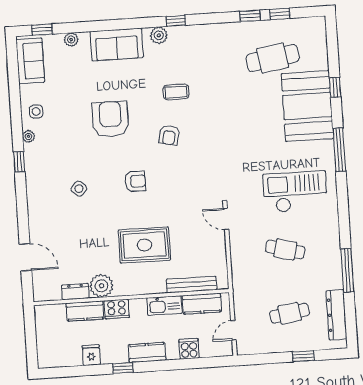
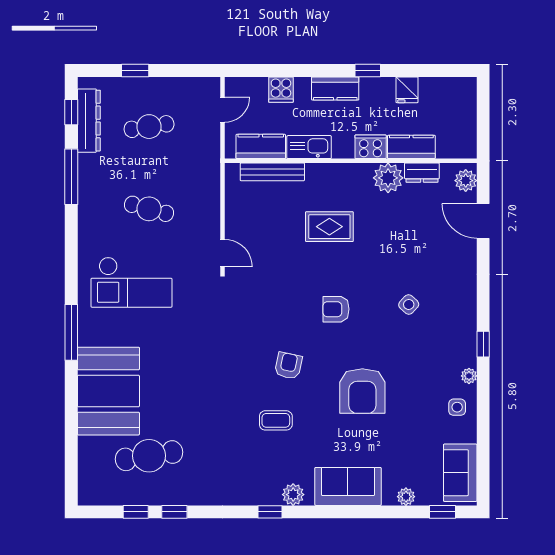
window: (335, 87) -> (71, 112), moved
rug: (144, 245) -> (329, 227), width x0.73, depth x0.70
plant: (41, 288) -> (466, 181), added

